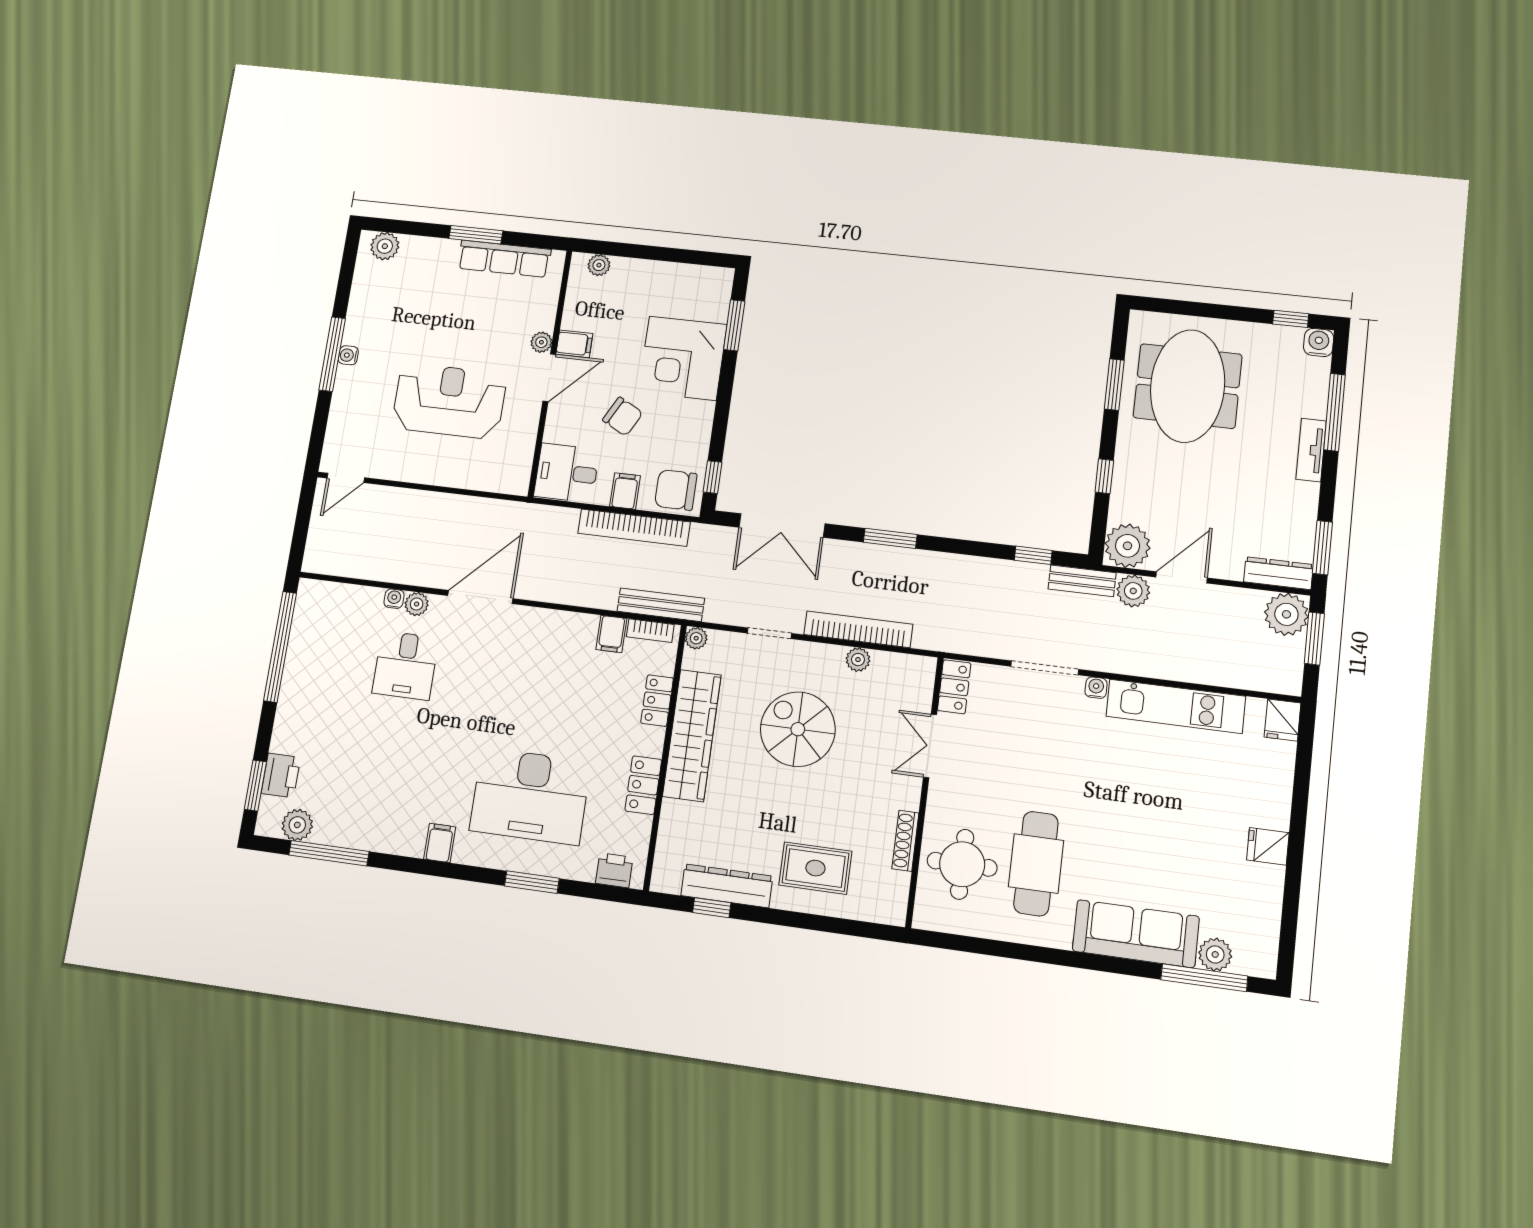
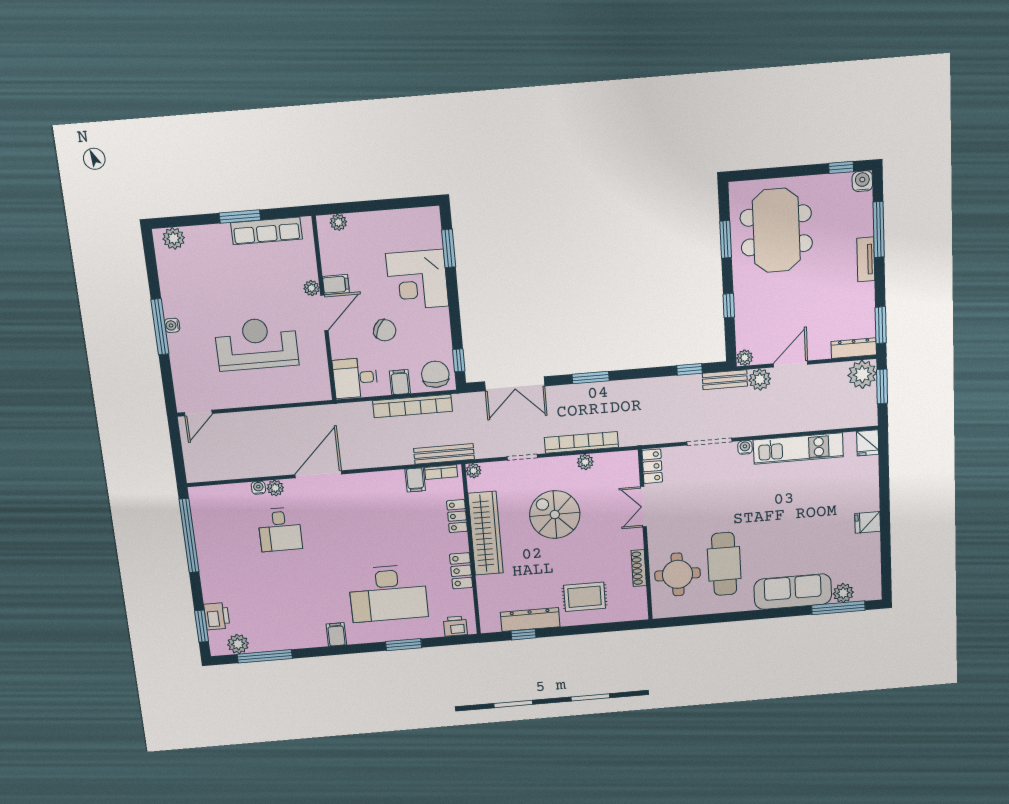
chair: (676, 490) -> (435, 374), turned 90
plant: (1127, 546) -> (745, 358), width x0.53, depth x0.53

